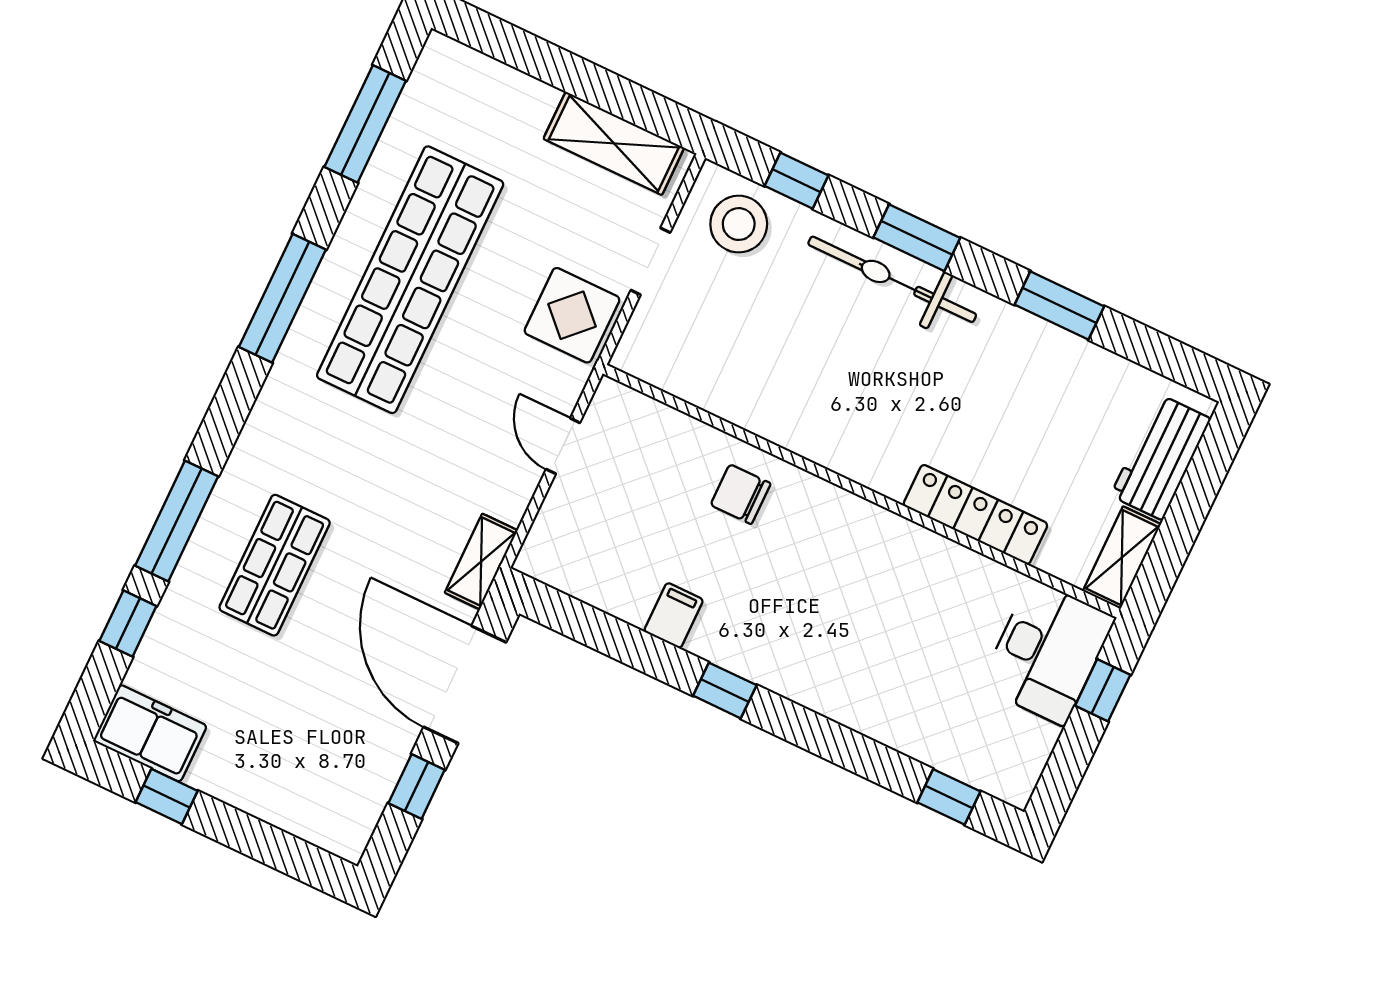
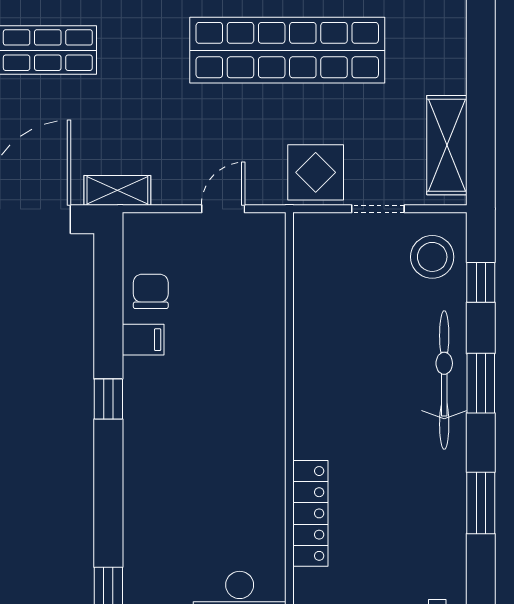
chair: (741, 494) -> (151, 291), moved

